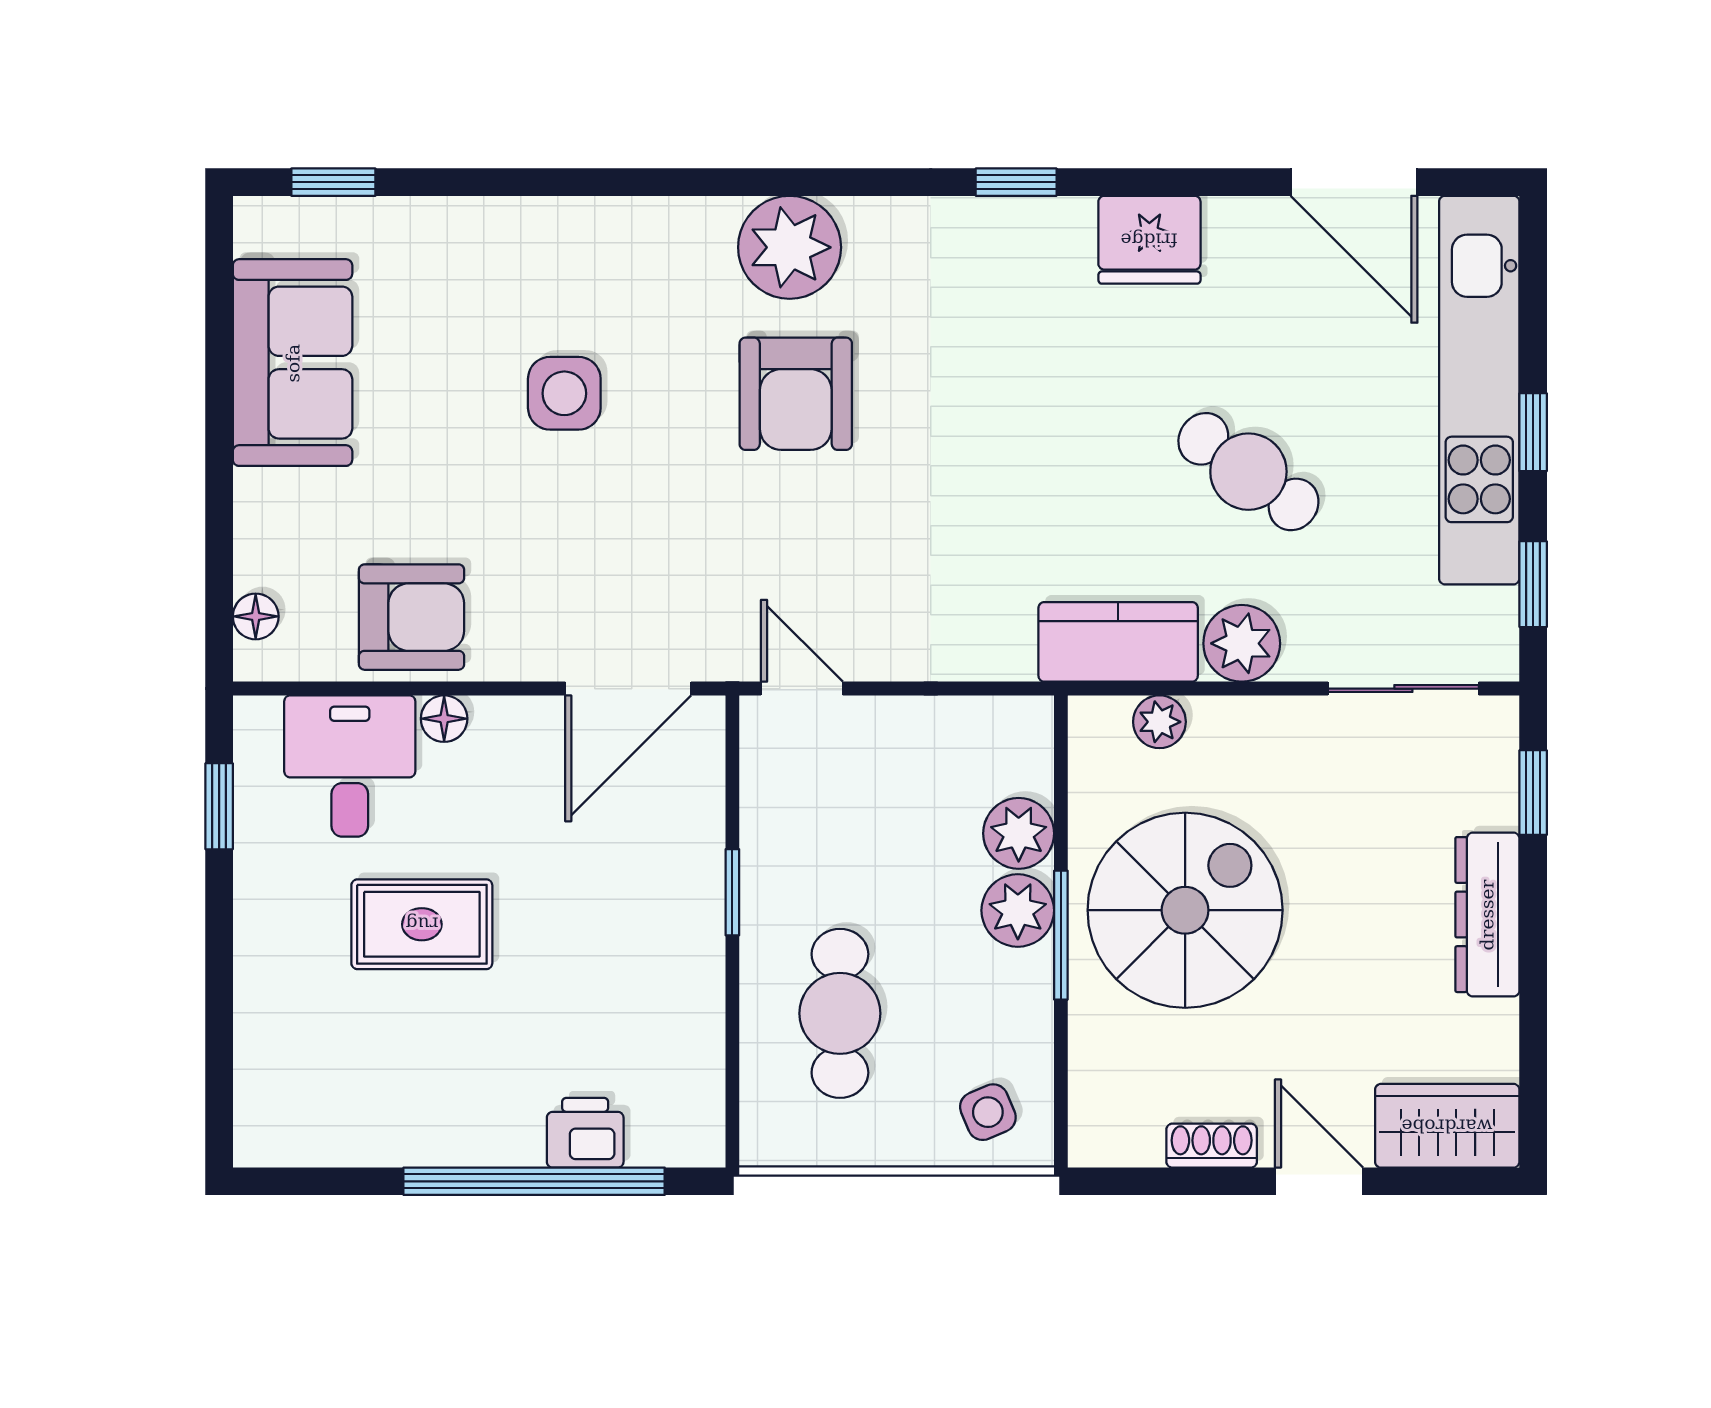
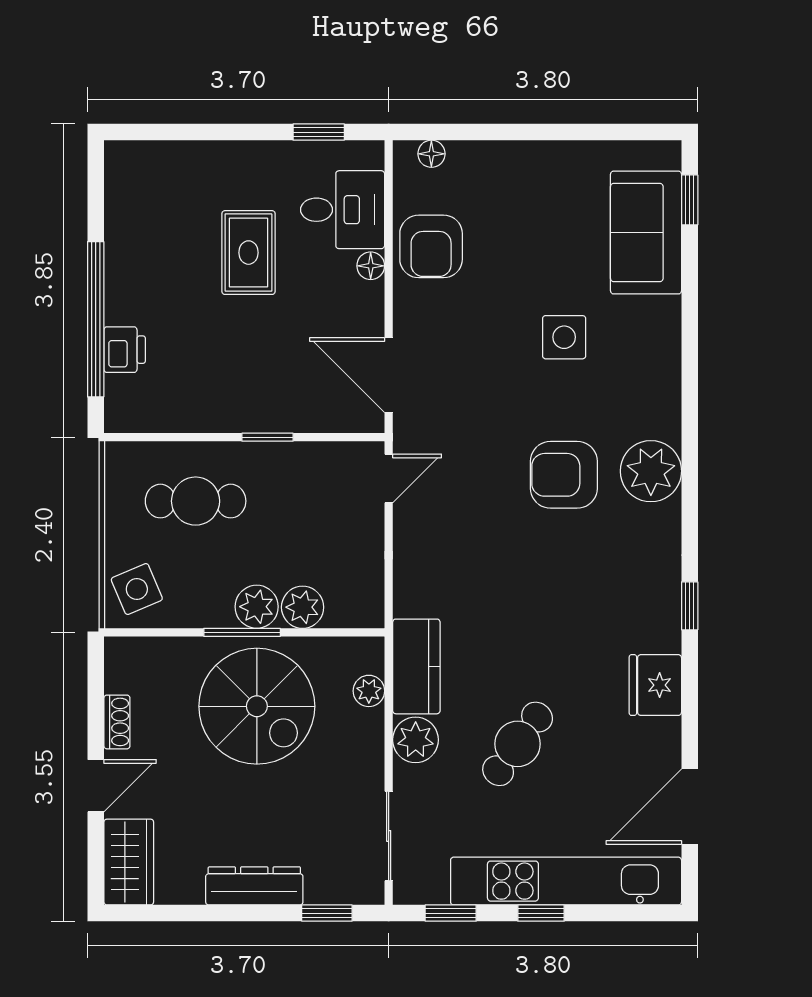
sofa: (293, 363) -> (646, 233), moved, turned 90
side table: (988, 1112) -> (137, 589), width x1.37, depth x1.37

